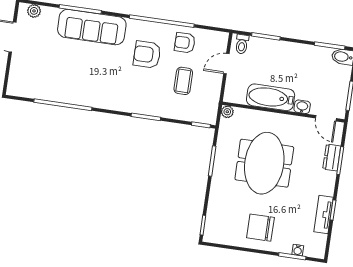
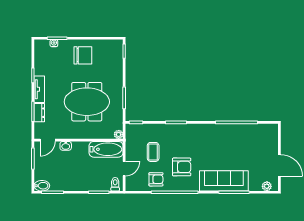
bathtub: (271, 97) -> (106, 149), moved
door: (326, 118) -> (48, 140), swing flipped
meeting table: (264, 163) -> (87, 102), turned 90
tv unit: (324, 214) -> (39, 89), moved

